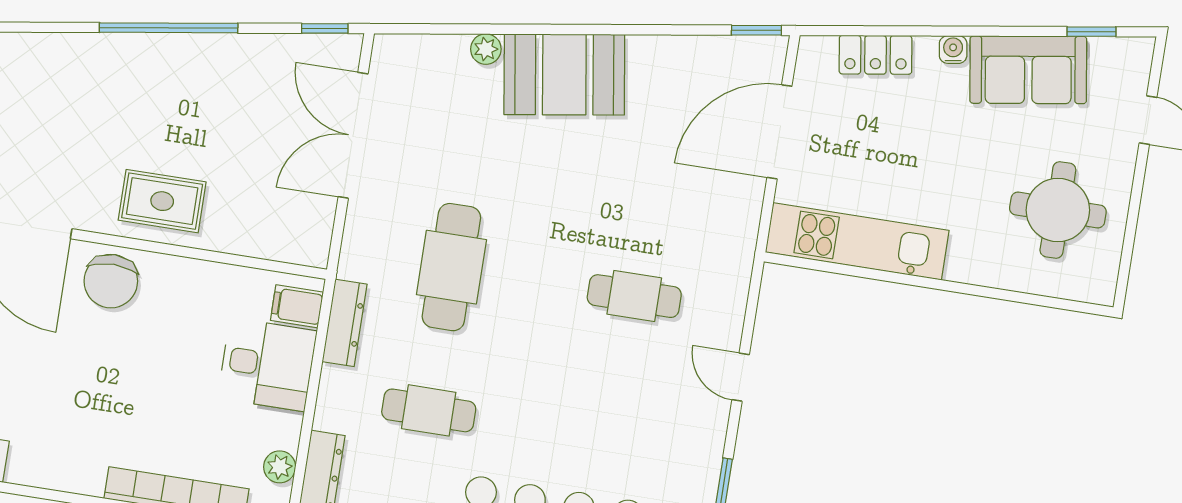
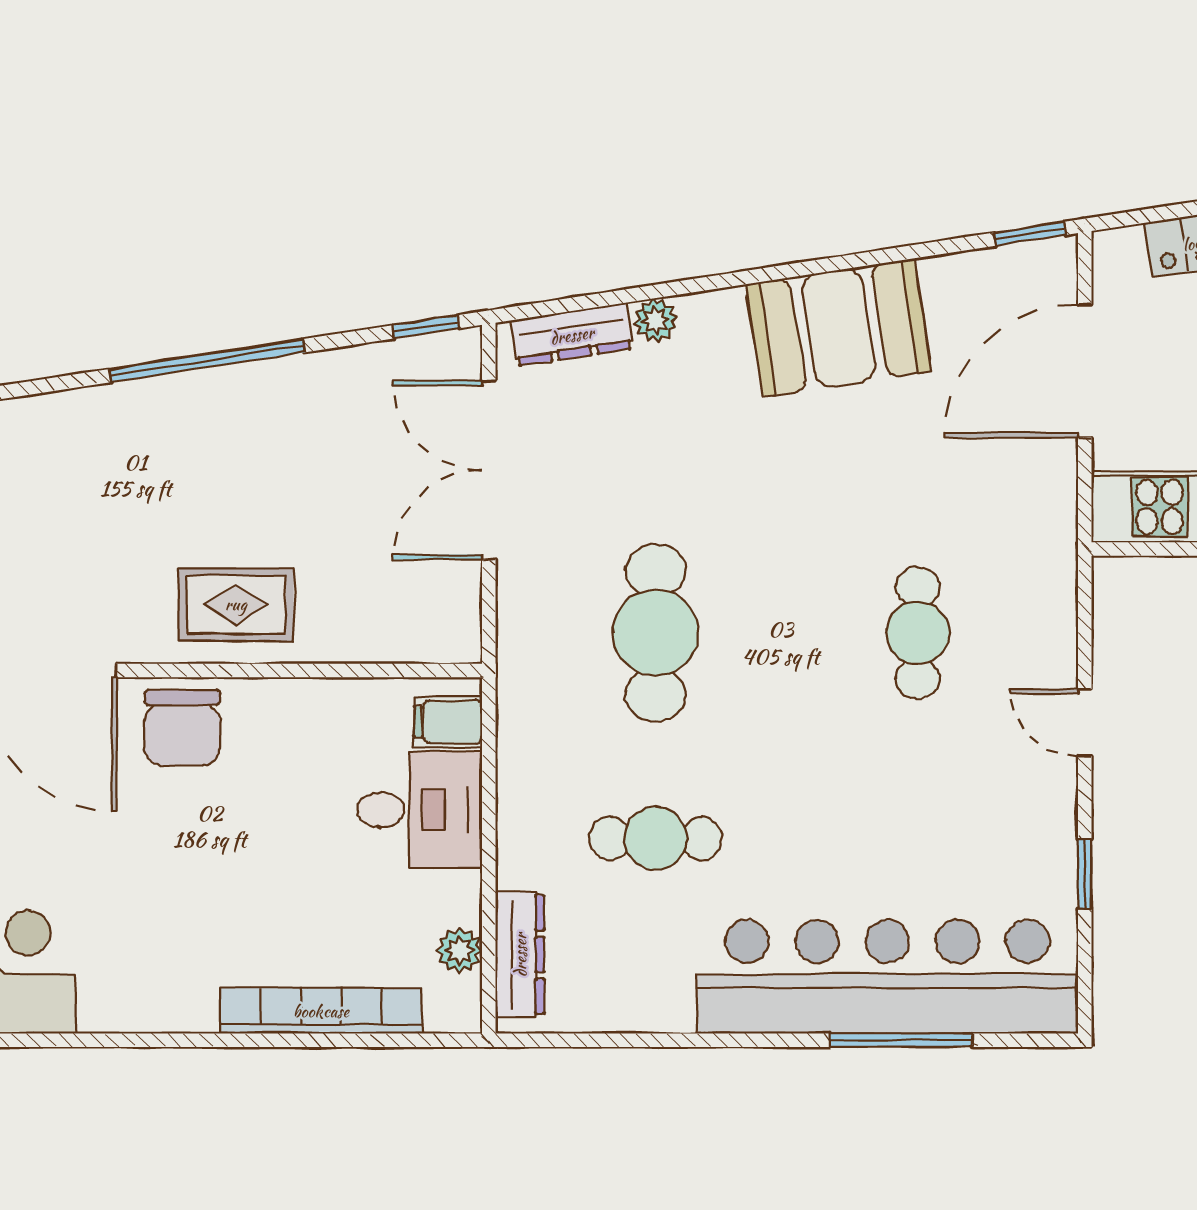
booth: (564, 74) -> (839, 328), moved
cafe table: (634, 296) -> (918, 633), turned 90
dresser: (345, 323) -> (572, 335), moved, turned 81

